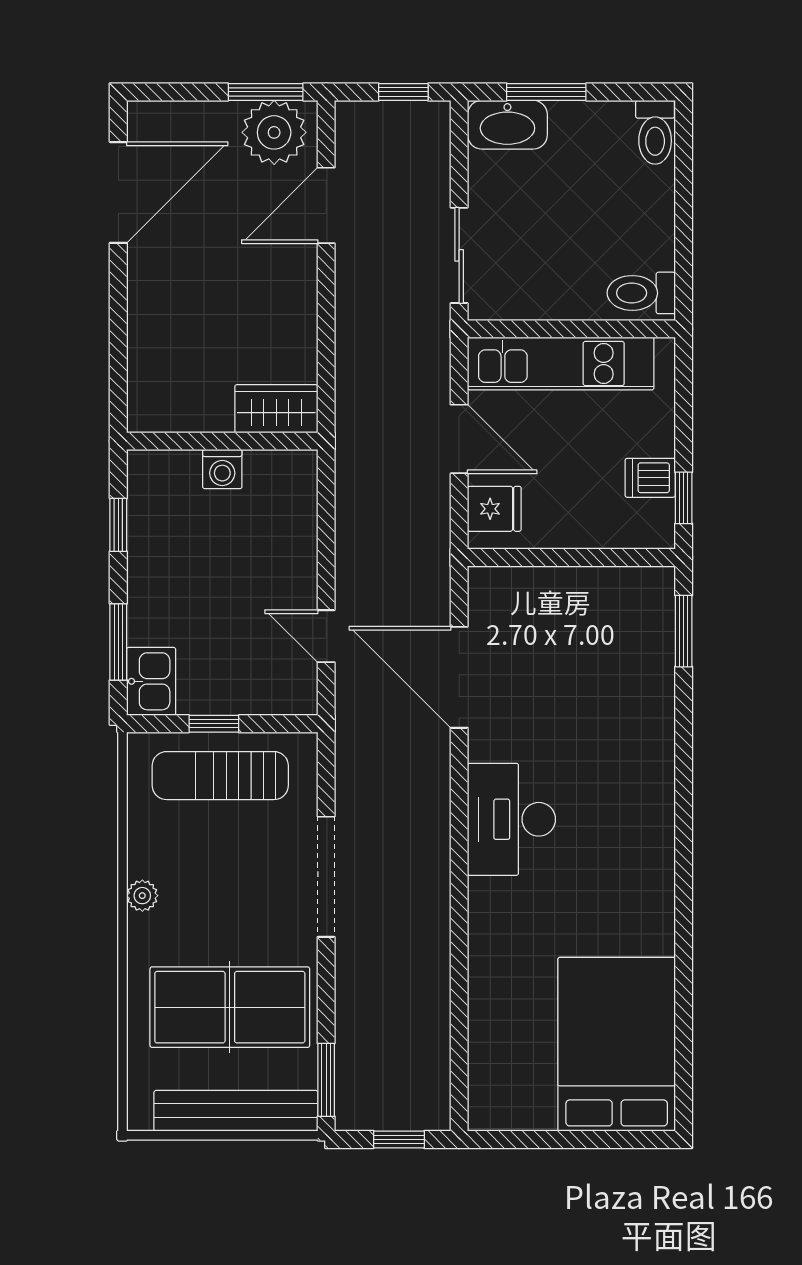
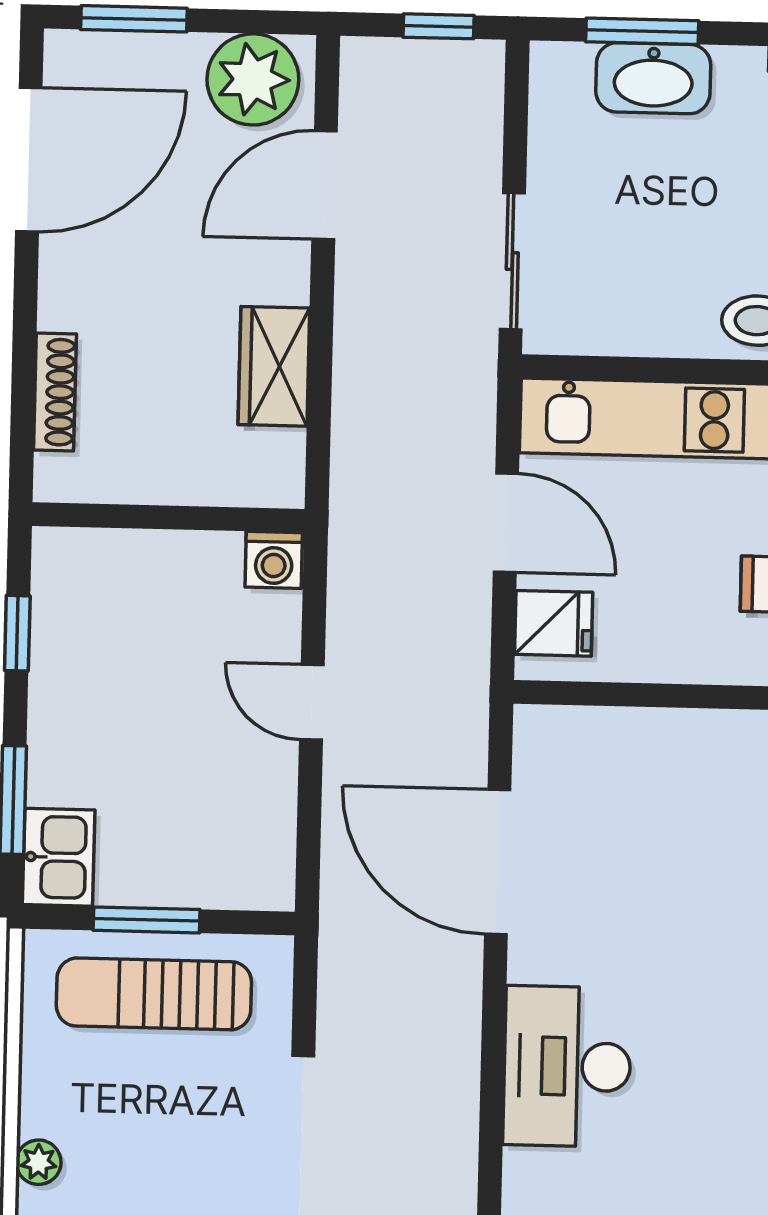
window: (266, 92) -> (134, 19), moved
washbasin: (507, 125) -> (653, 78), moved
shoe rack: (141, 355) -> (55, 392), added
wardrobe: (276, 409) -> (274, 366), moved, turned -90
washing machine: (222, 469) -> (274, 560), moved
door: (326, 636) -> (312, 702), moved
window: (214, 724) -> (147, 920), width x1.50

